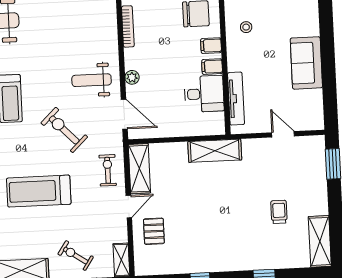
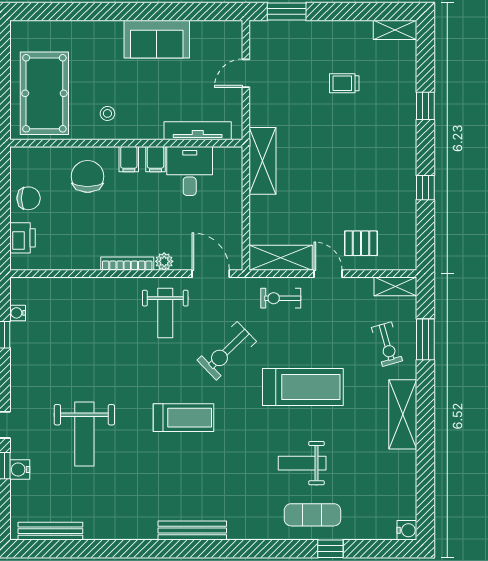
bookcase: (128, 26) -> (127, 264), moved
door: (124, 114) -> (211, 274), hinge flipped
treadmill: (39, 191) -> (303, 387), turned -90
shelving: (320, 241) -> (395, 30), width x0.67, depth x0.75
exercise bike: (76, 256) -> (387, 344), turned -50

